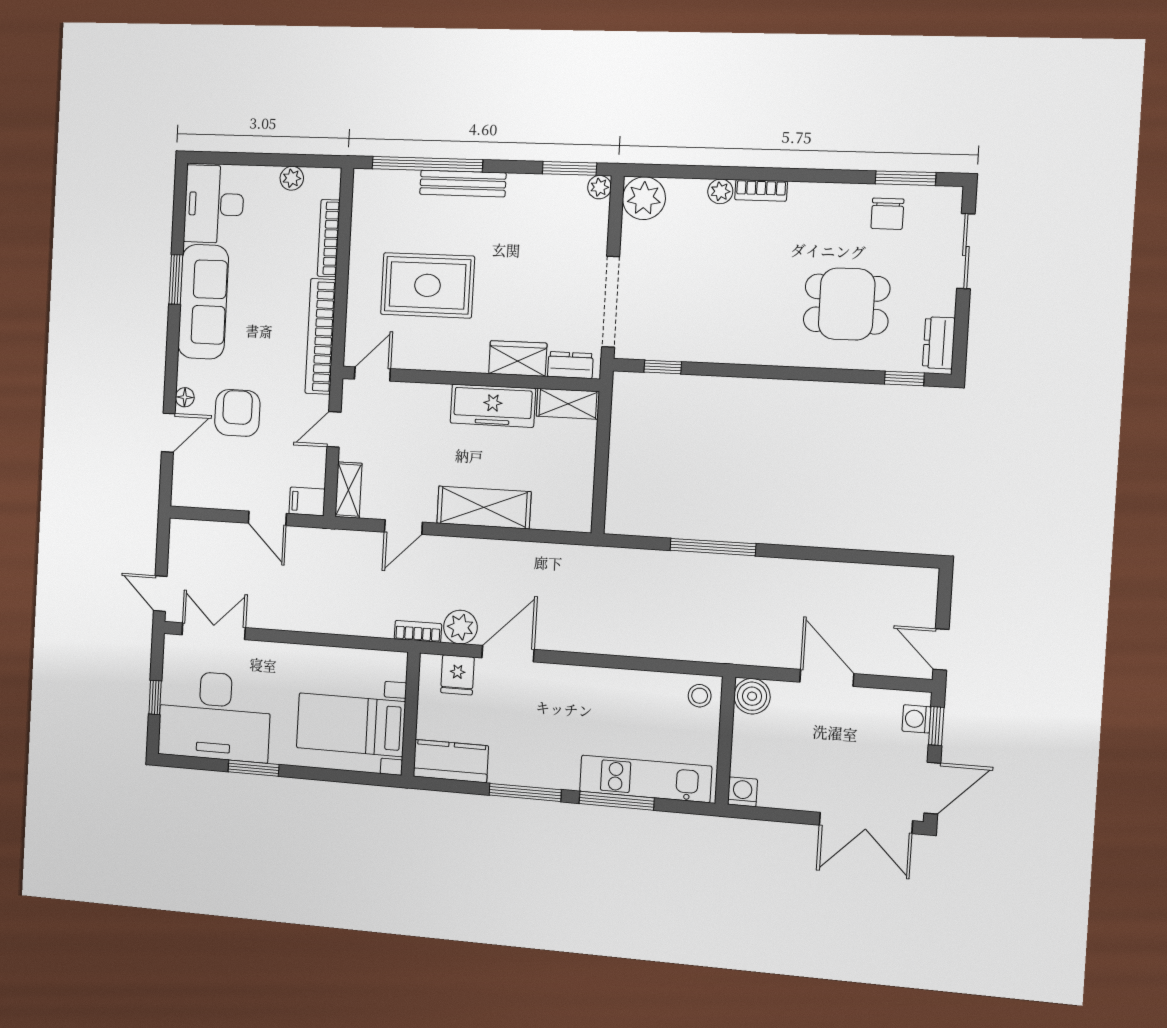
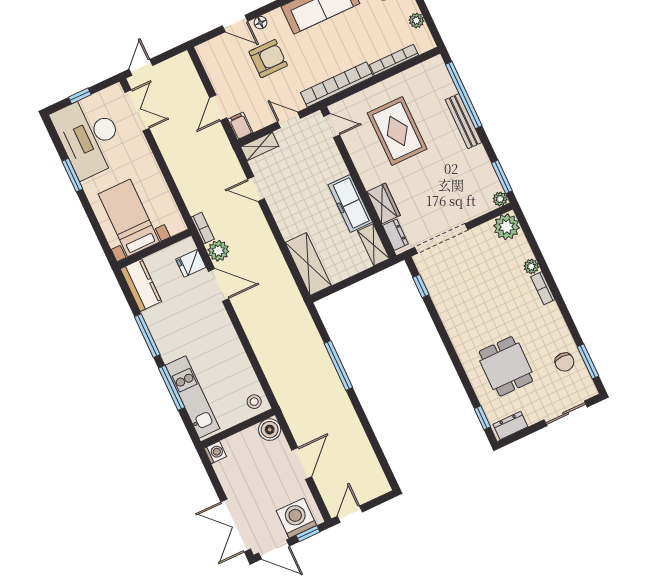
chair: (887, 214) -> (564, 362), turned -90
shelving: (484, 507) -> (308, 264), moved
washing machine: (916, 719) -> (296, 518), width x1.89, depth x1.89

